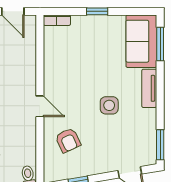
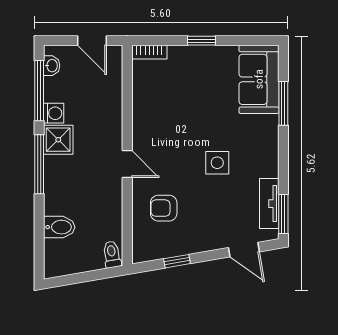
window: (160, 44) -> (283, 103), moved
tv unit: (149, 88) -> (269, 204), moved
armchair: (68, 140) -> (164, 208), turned 115

